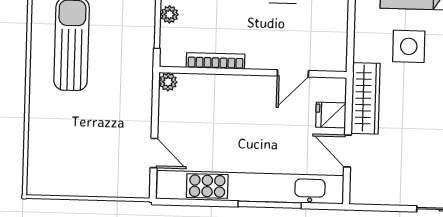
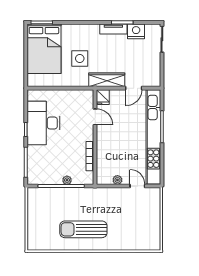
plant: (168, 82) -> (117, 180), moved
fridge: (331, 115) -> (103, 97), moved
door: (154, 153) -> (137, 186), hinge flipped

